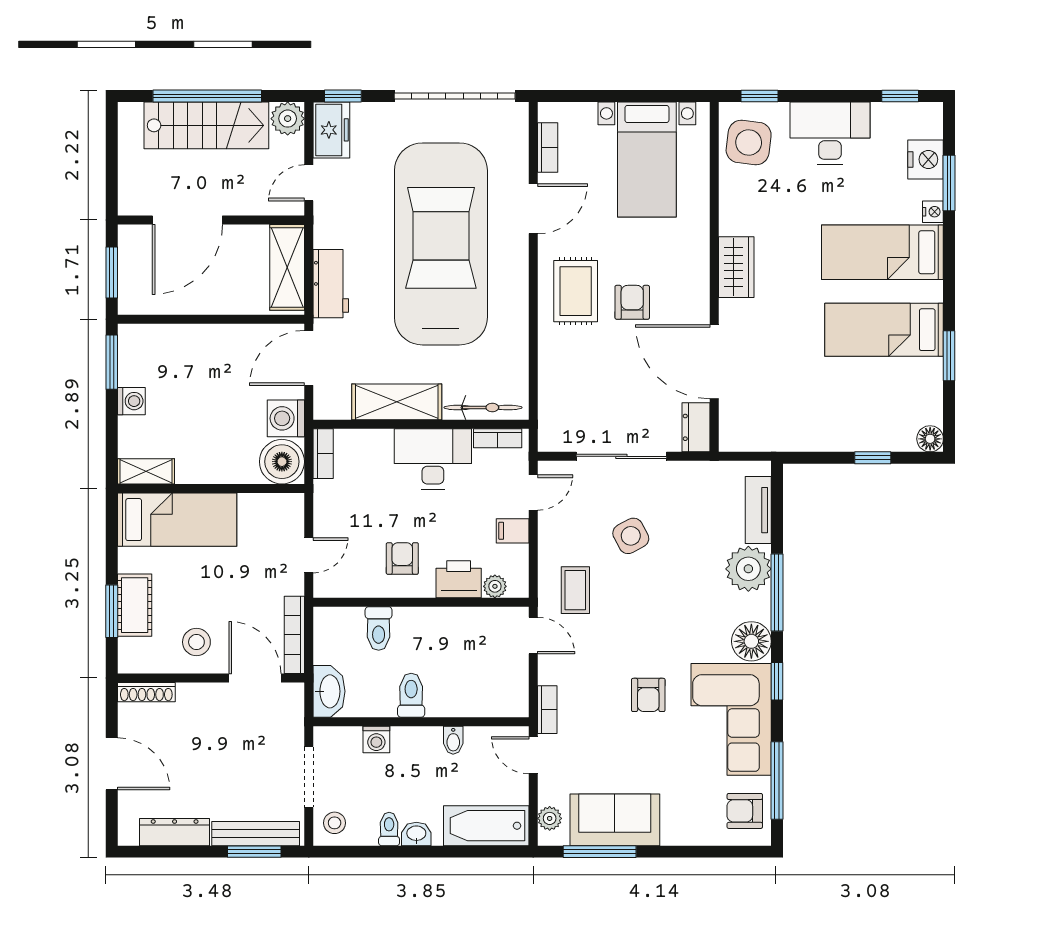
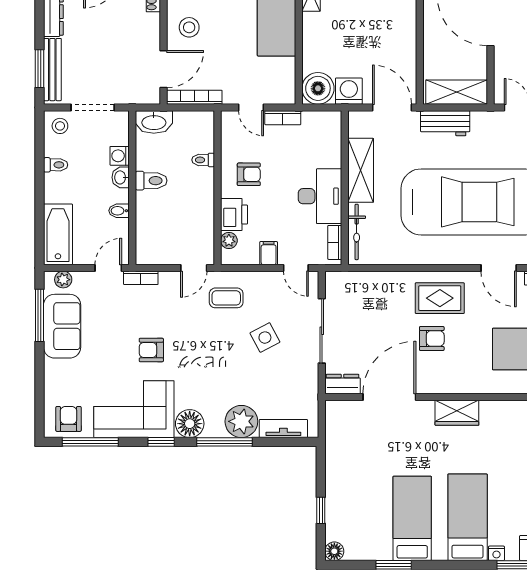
bookcase: (323, 454) -> (283, 118), moved
toilet: (379, 628) -> (203, 160), width x0.73, depth x0.72
washbasin: (416, 834) -> (121, 177), moved, turned 180

